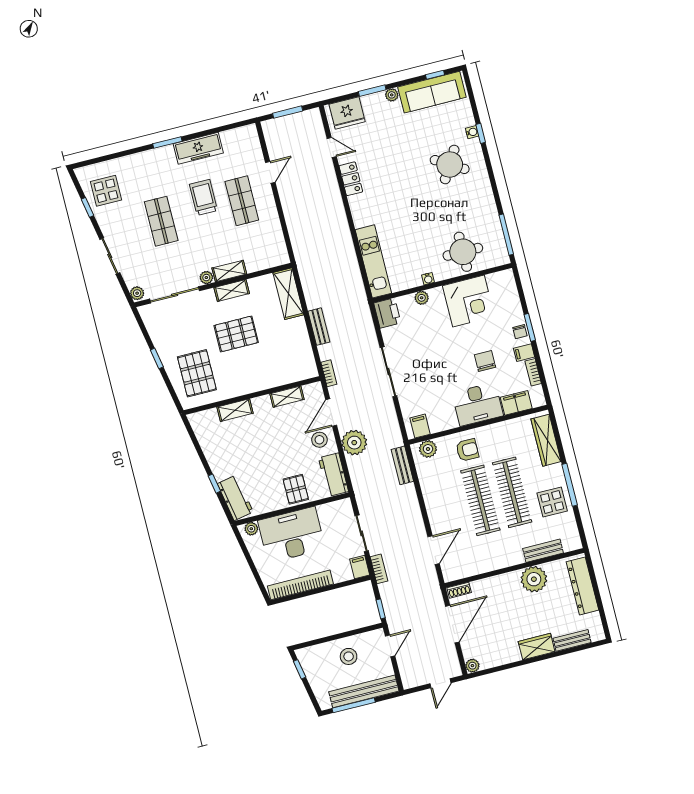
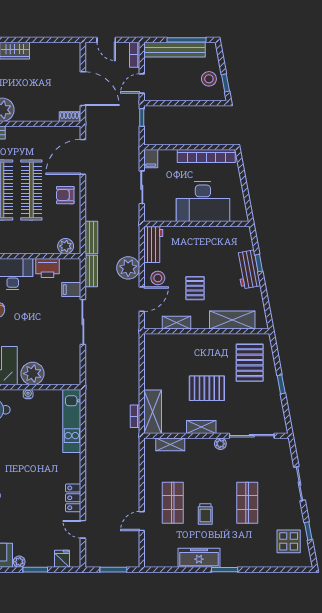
fridge: (347, 113) -> (62, 559), width x0.53, depth x0.75
trolley: (203, 197) -> (205, 514), width x0.73, depth x0.72
shelving: (229, 271) -> (170, 444), moved
plant: (137, 293) -> (284, 445), removed
plant: (422, 298) -> (33, 374), width x1.87, depth x1.87
printer: (387, 313) -> (47, 268), moved, turned -90
bench: (319, 327) -> (91, 271), moved
bookcase: (329, 373) -> (135, 416), moved
shelving: (235, 410) -> (232, 320), width x1.50, depth x1.33
filing cabinet: (420, 426) -> (71, 290), moved, turned 90
armchair: (467, 450) -> (65, 195), moved
pallet: (296, 489) -> (195, 288), moved
workbench: (235, 498) -> (248, 270), moved
plant: (251, 529) -> (237, 216), removed
door: (434, 550) -> (83, 157), width x1.36
bookcase: (379, 569) -> (135, 55), moved
door: (452, 624) -> (83, 89), swing flipped
stool: (349, 656) -> (209, 79), moved
plant: (472, 666) -> (75, 48), removed
door: (440, 683) -> (106, 40), swing flipped

